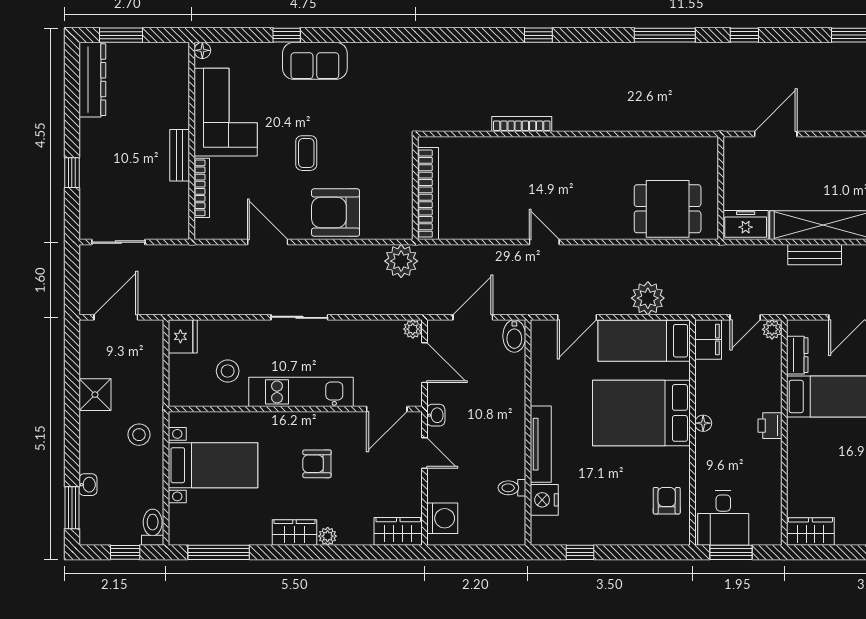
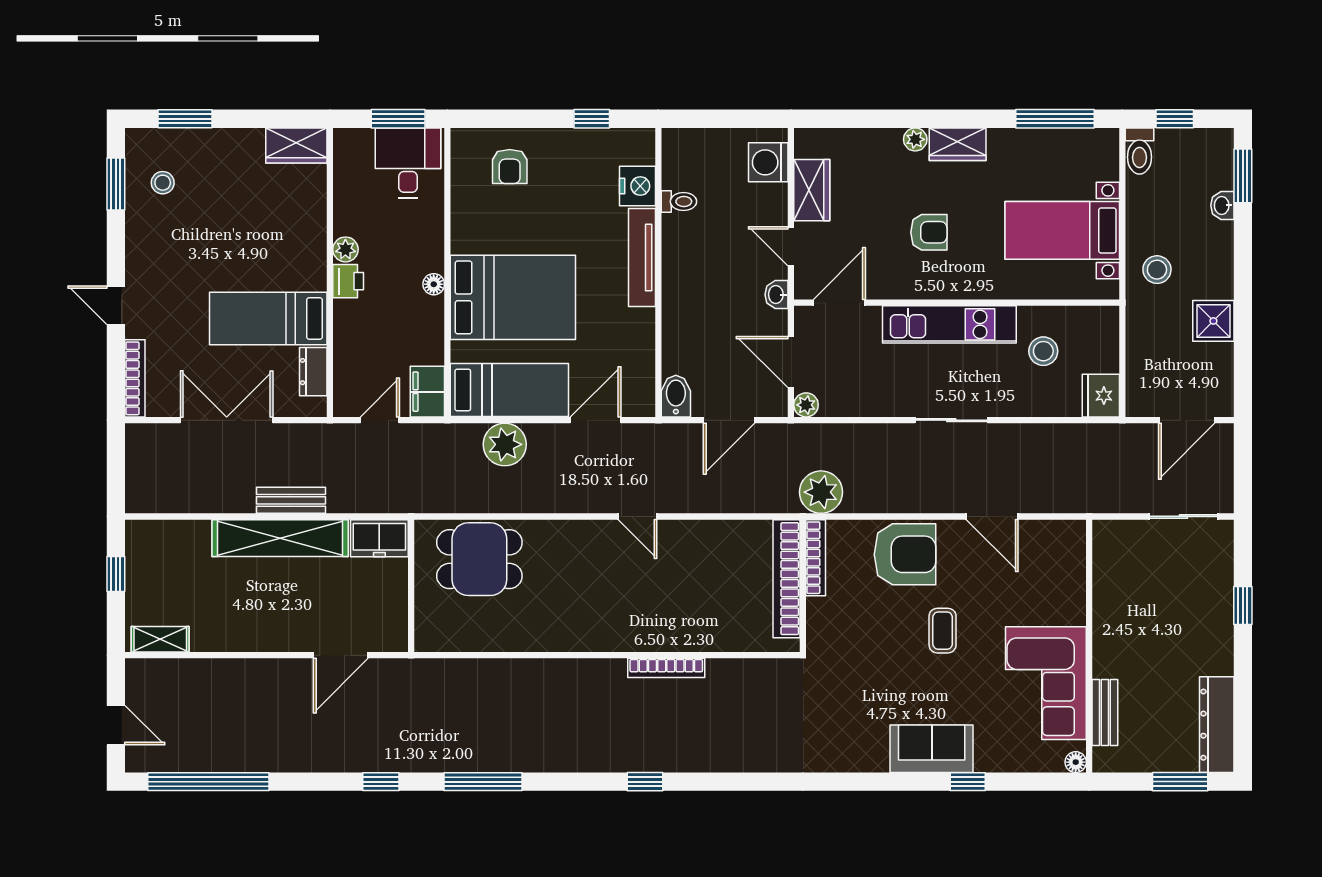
bench: (180, 155) -> (1105, 712), moved
bookcase: (202, 188) -> (816, 558), moved, turned 180
plant: (772, 329) -> (345, 249), moved
armchair: (667, 501) -> (510, 166), moved
wardrobe: (398, 531) -> (812, 190), moved, turned -90

